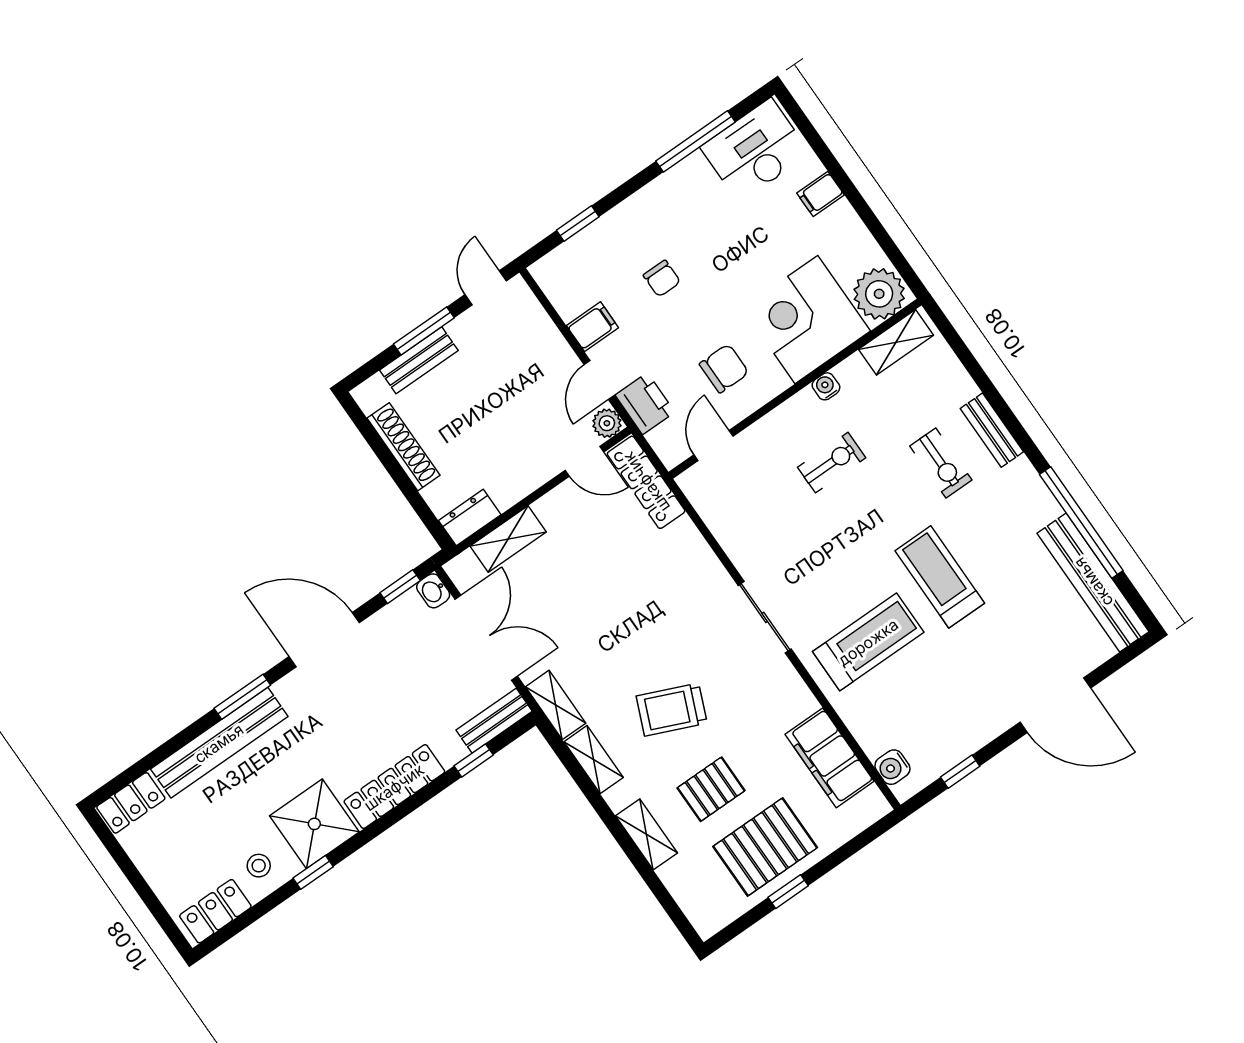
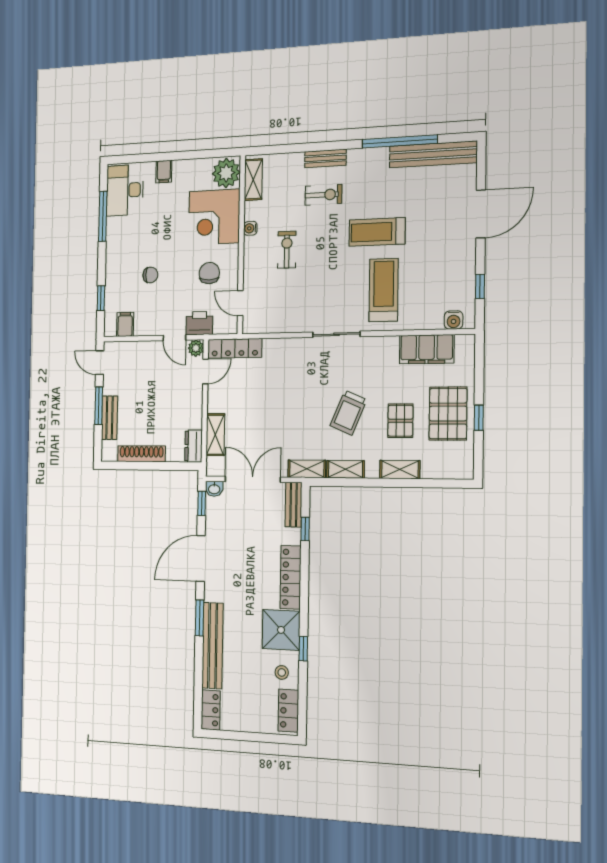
filing cabinet: (592, 327) -> (125, 324), moved

